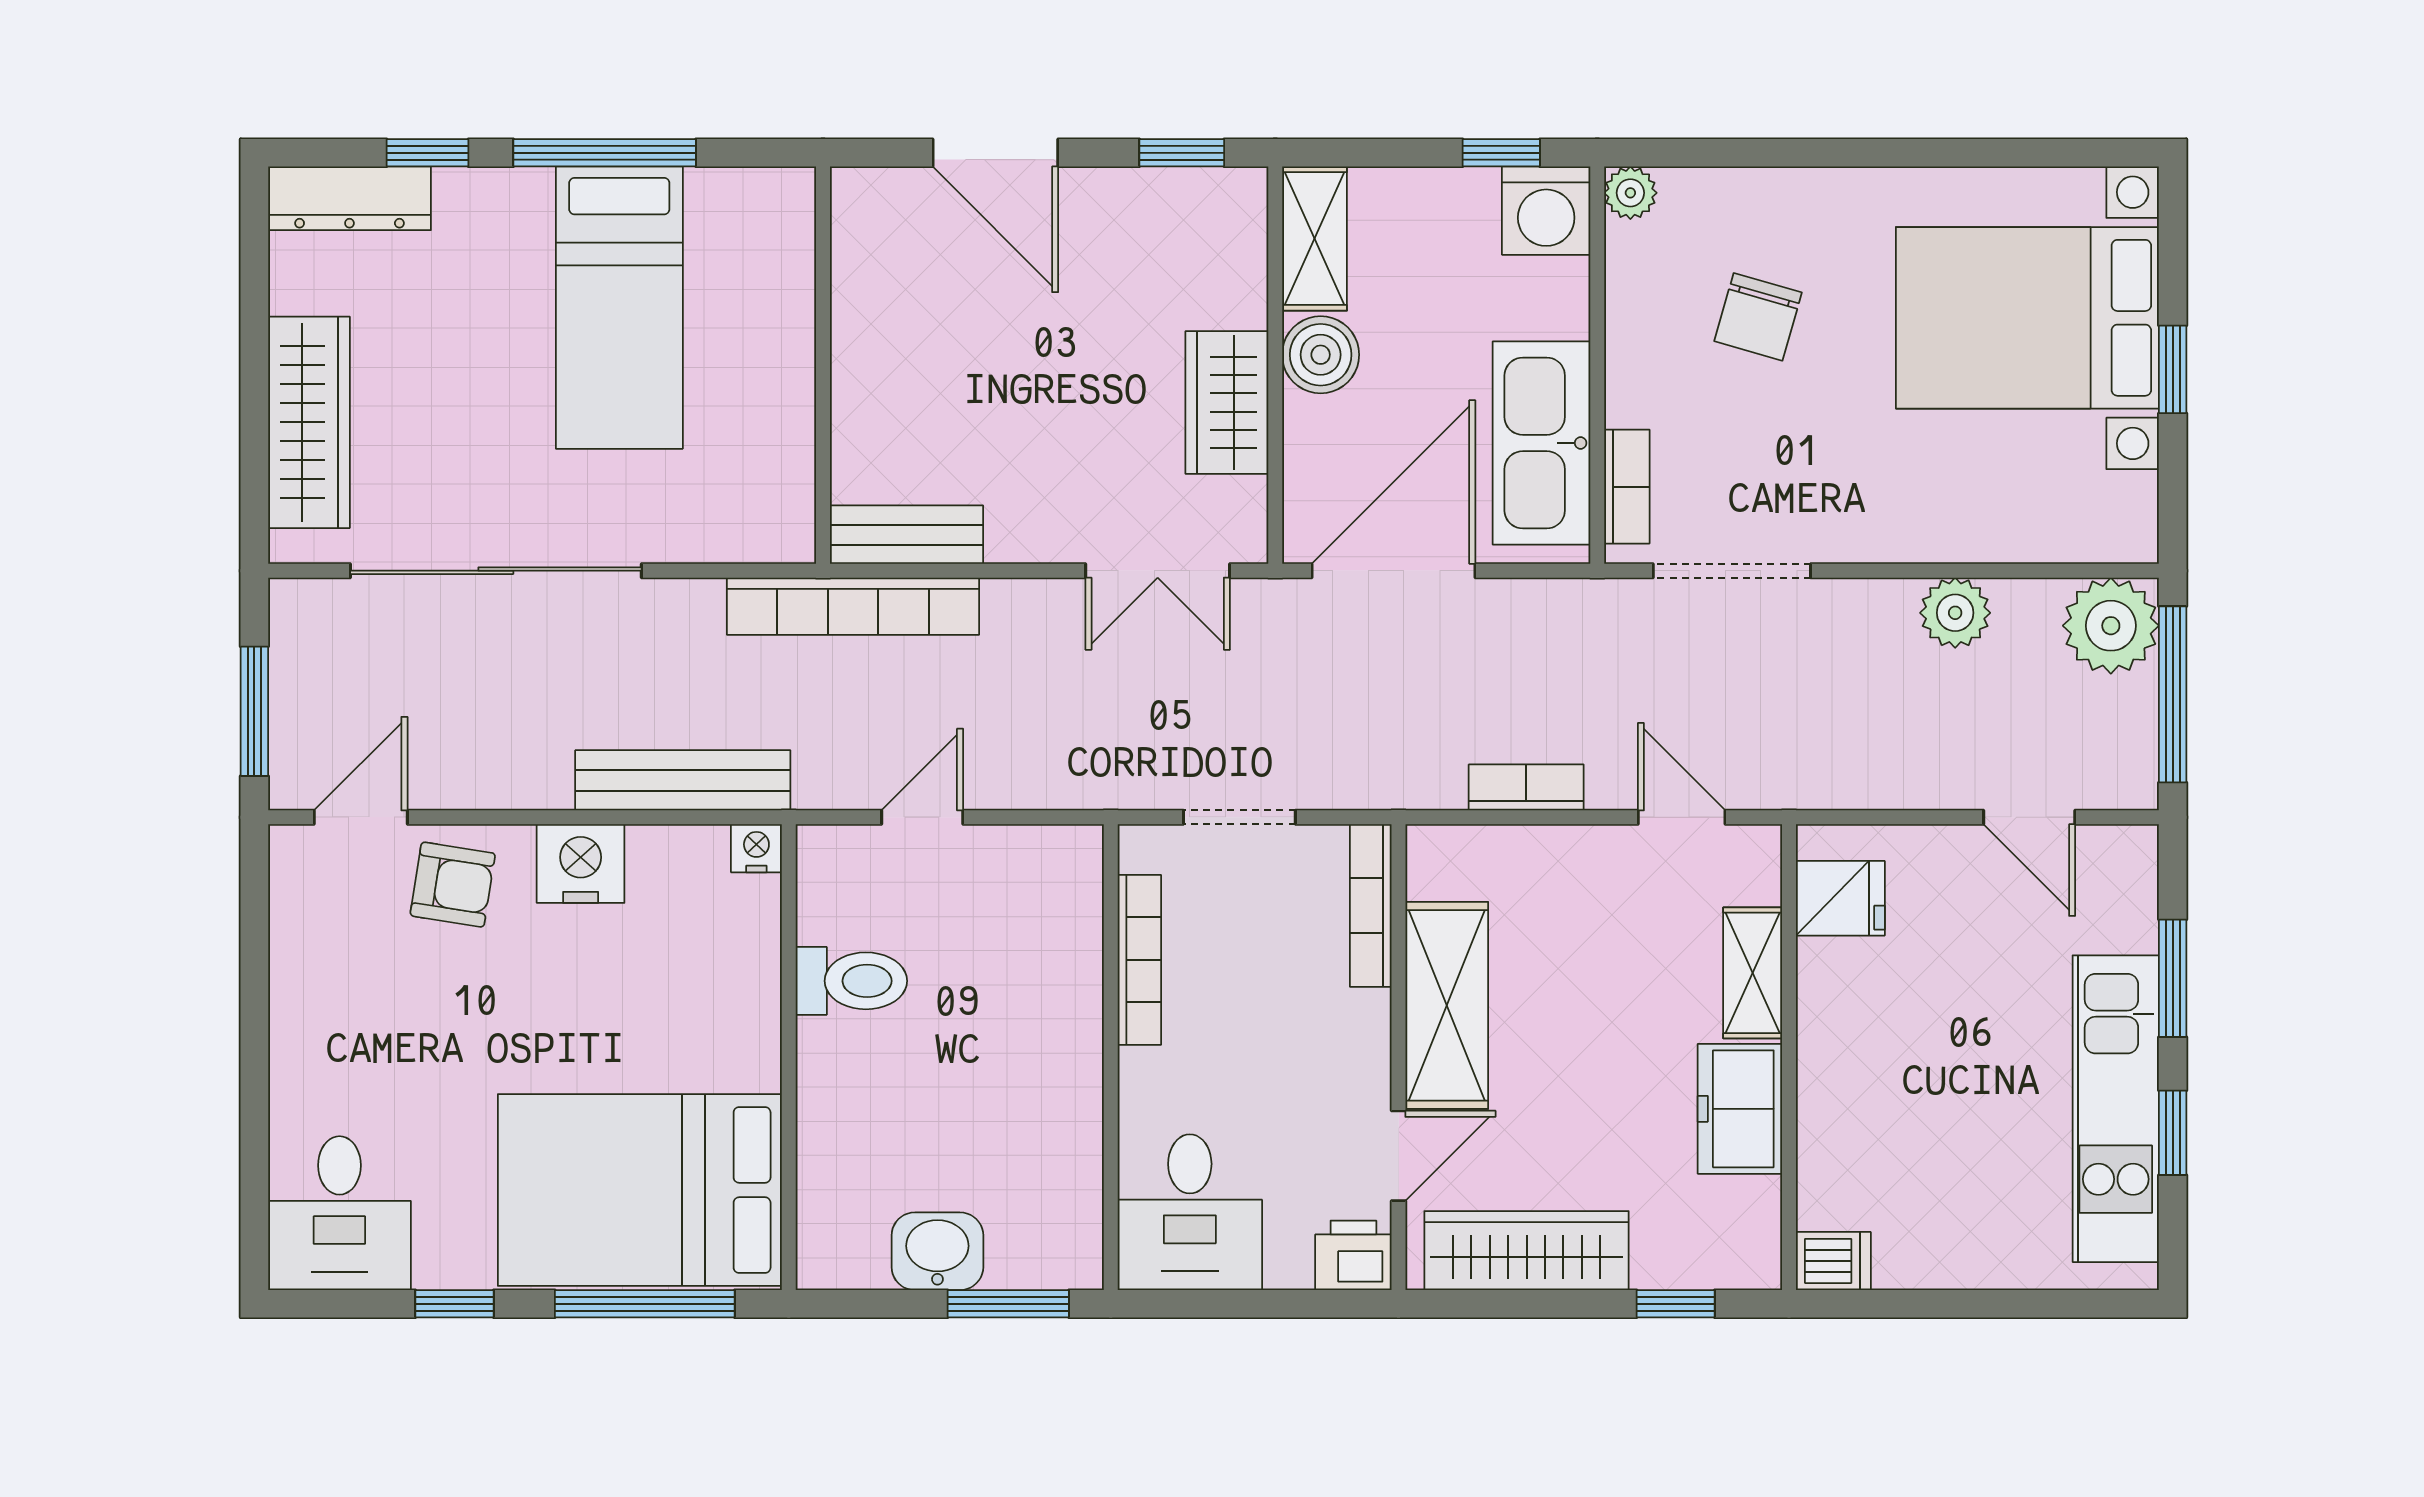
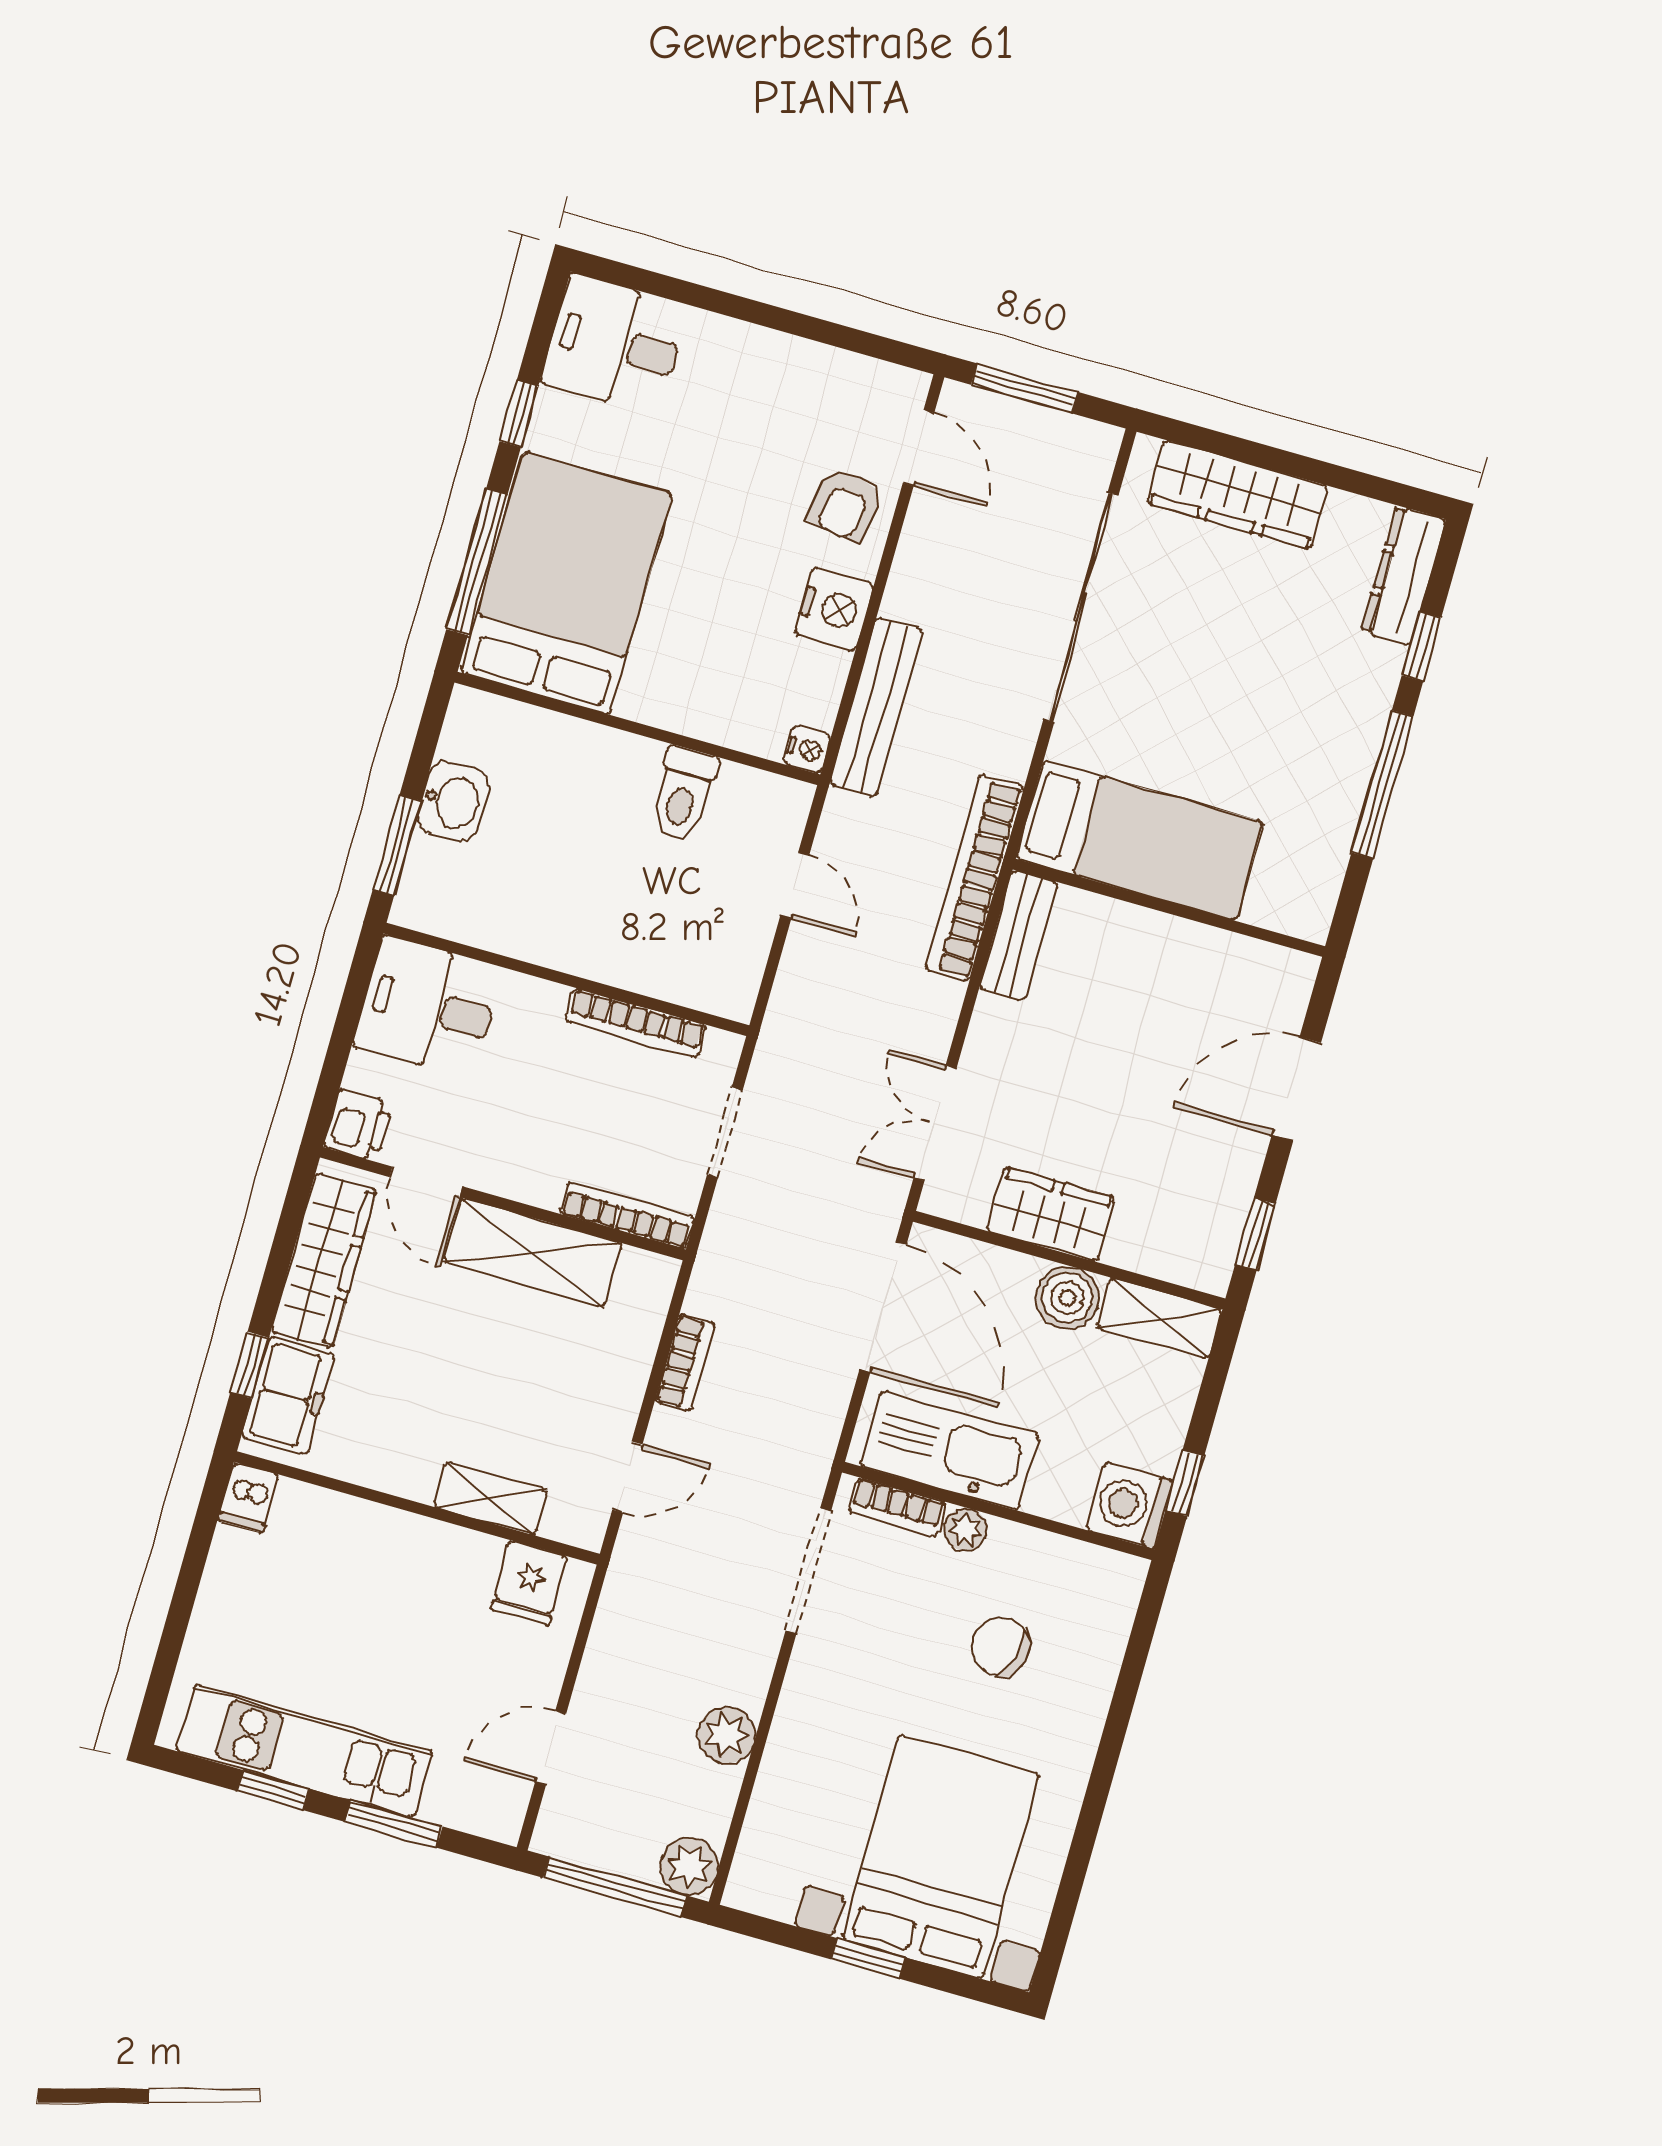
plant: (1630, 193) -> (965, 1530), moved
bed: (619, 308) -> (1140, 840), moved, turned 180
plant: (2111, 626) -> (689, 1866), width x0.73, depth x0.73
freezer: (1740, 1109) -> (288, 1396), moved, turned 90

